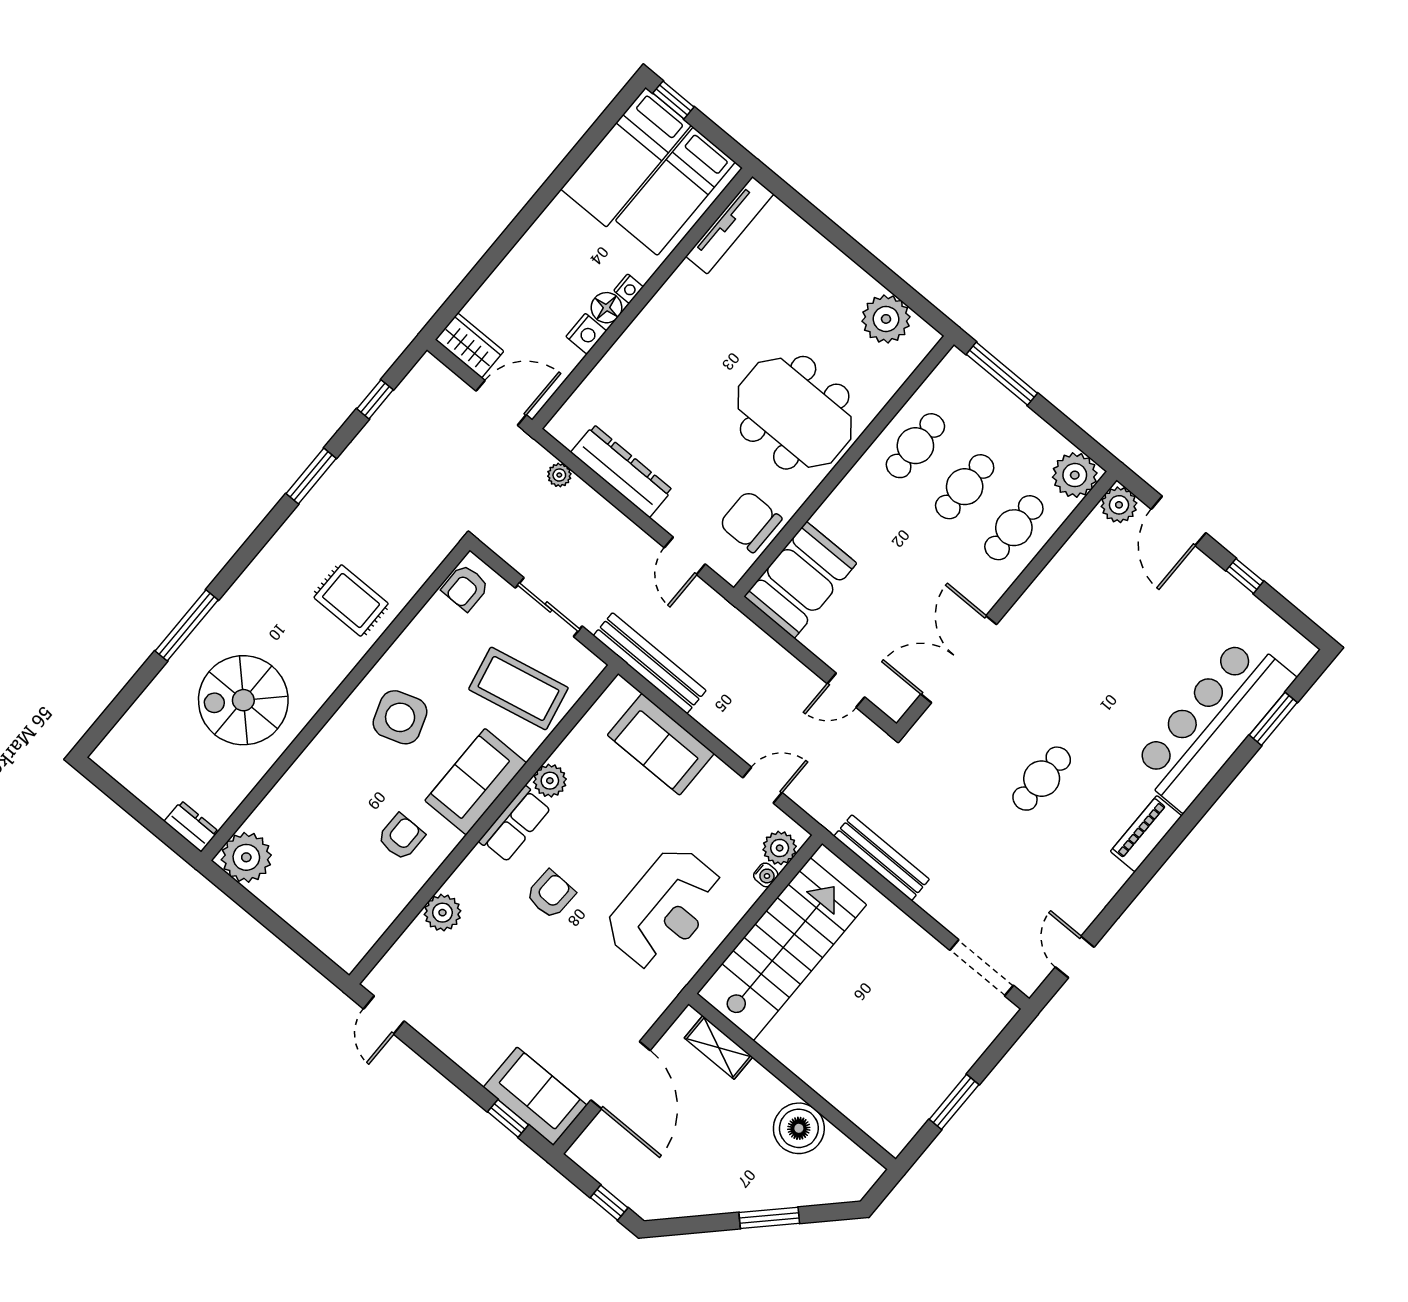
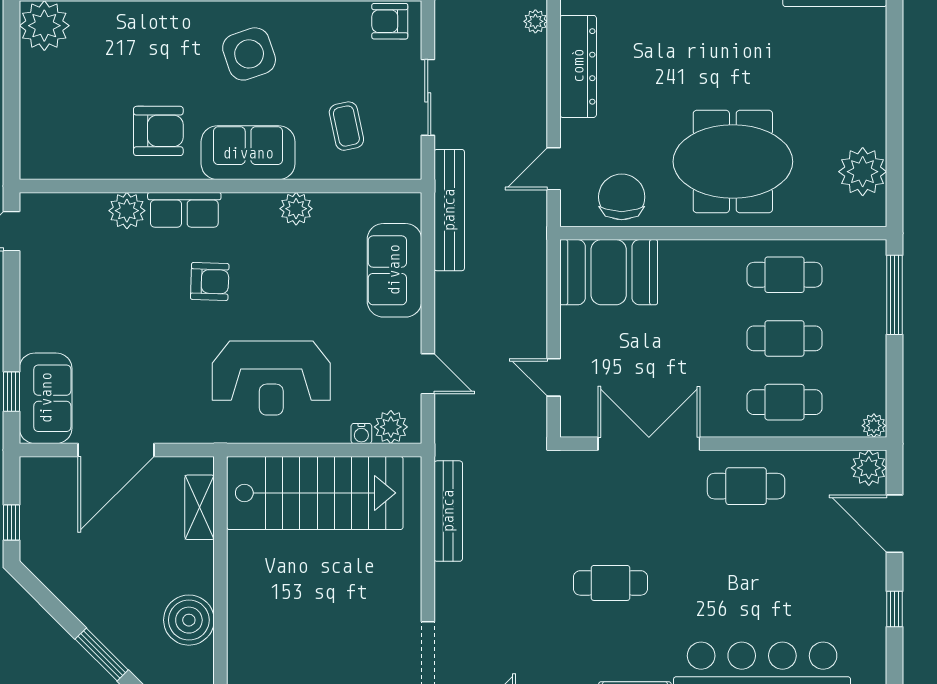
meeting table: (795, 413) -> (733, 162), turned 90
plant: (1075, 475) -> (874, 426), width x0.53, depth x0.53
door: (1179, 521) -> (895, 524), hinge flipped
cafe table: (1054, 612) -> (746, 486), added
coffee table: (518, 688) -> (346, 126), width x0.54, depth x0.58
row of seats: (515, 824) -> (184, 210), moved
armchair: (401, 837) -> (158, 131), width x1.38, depth x1.38

